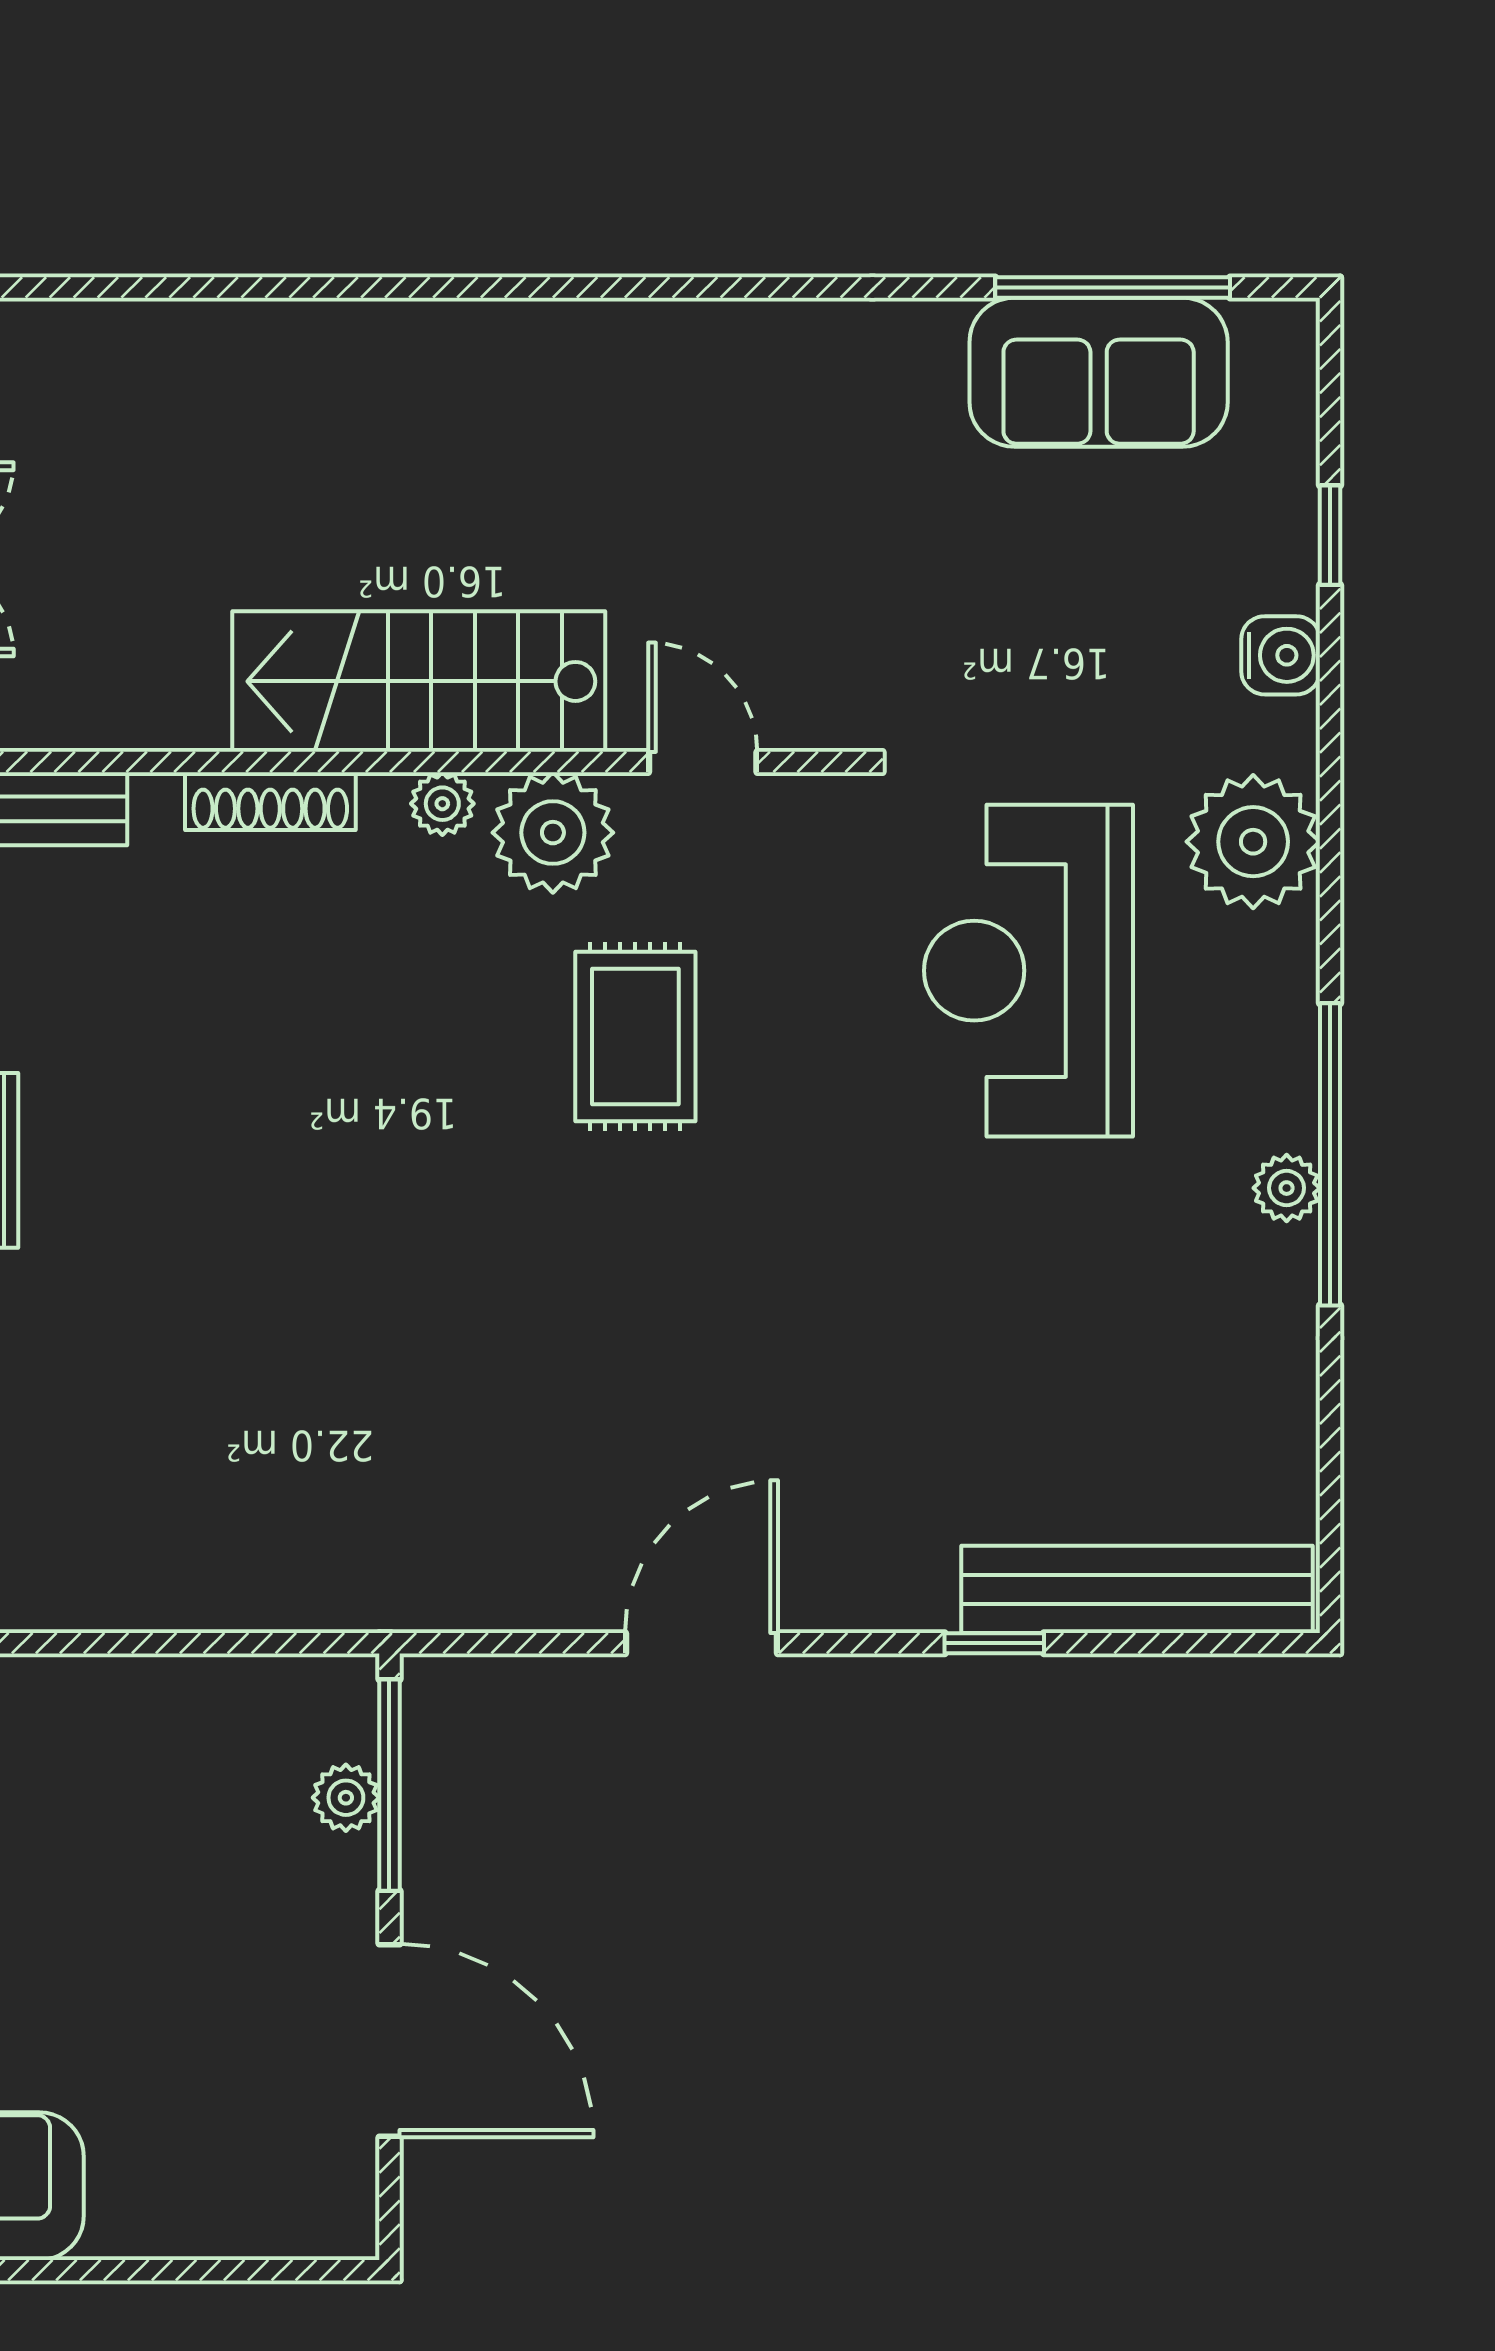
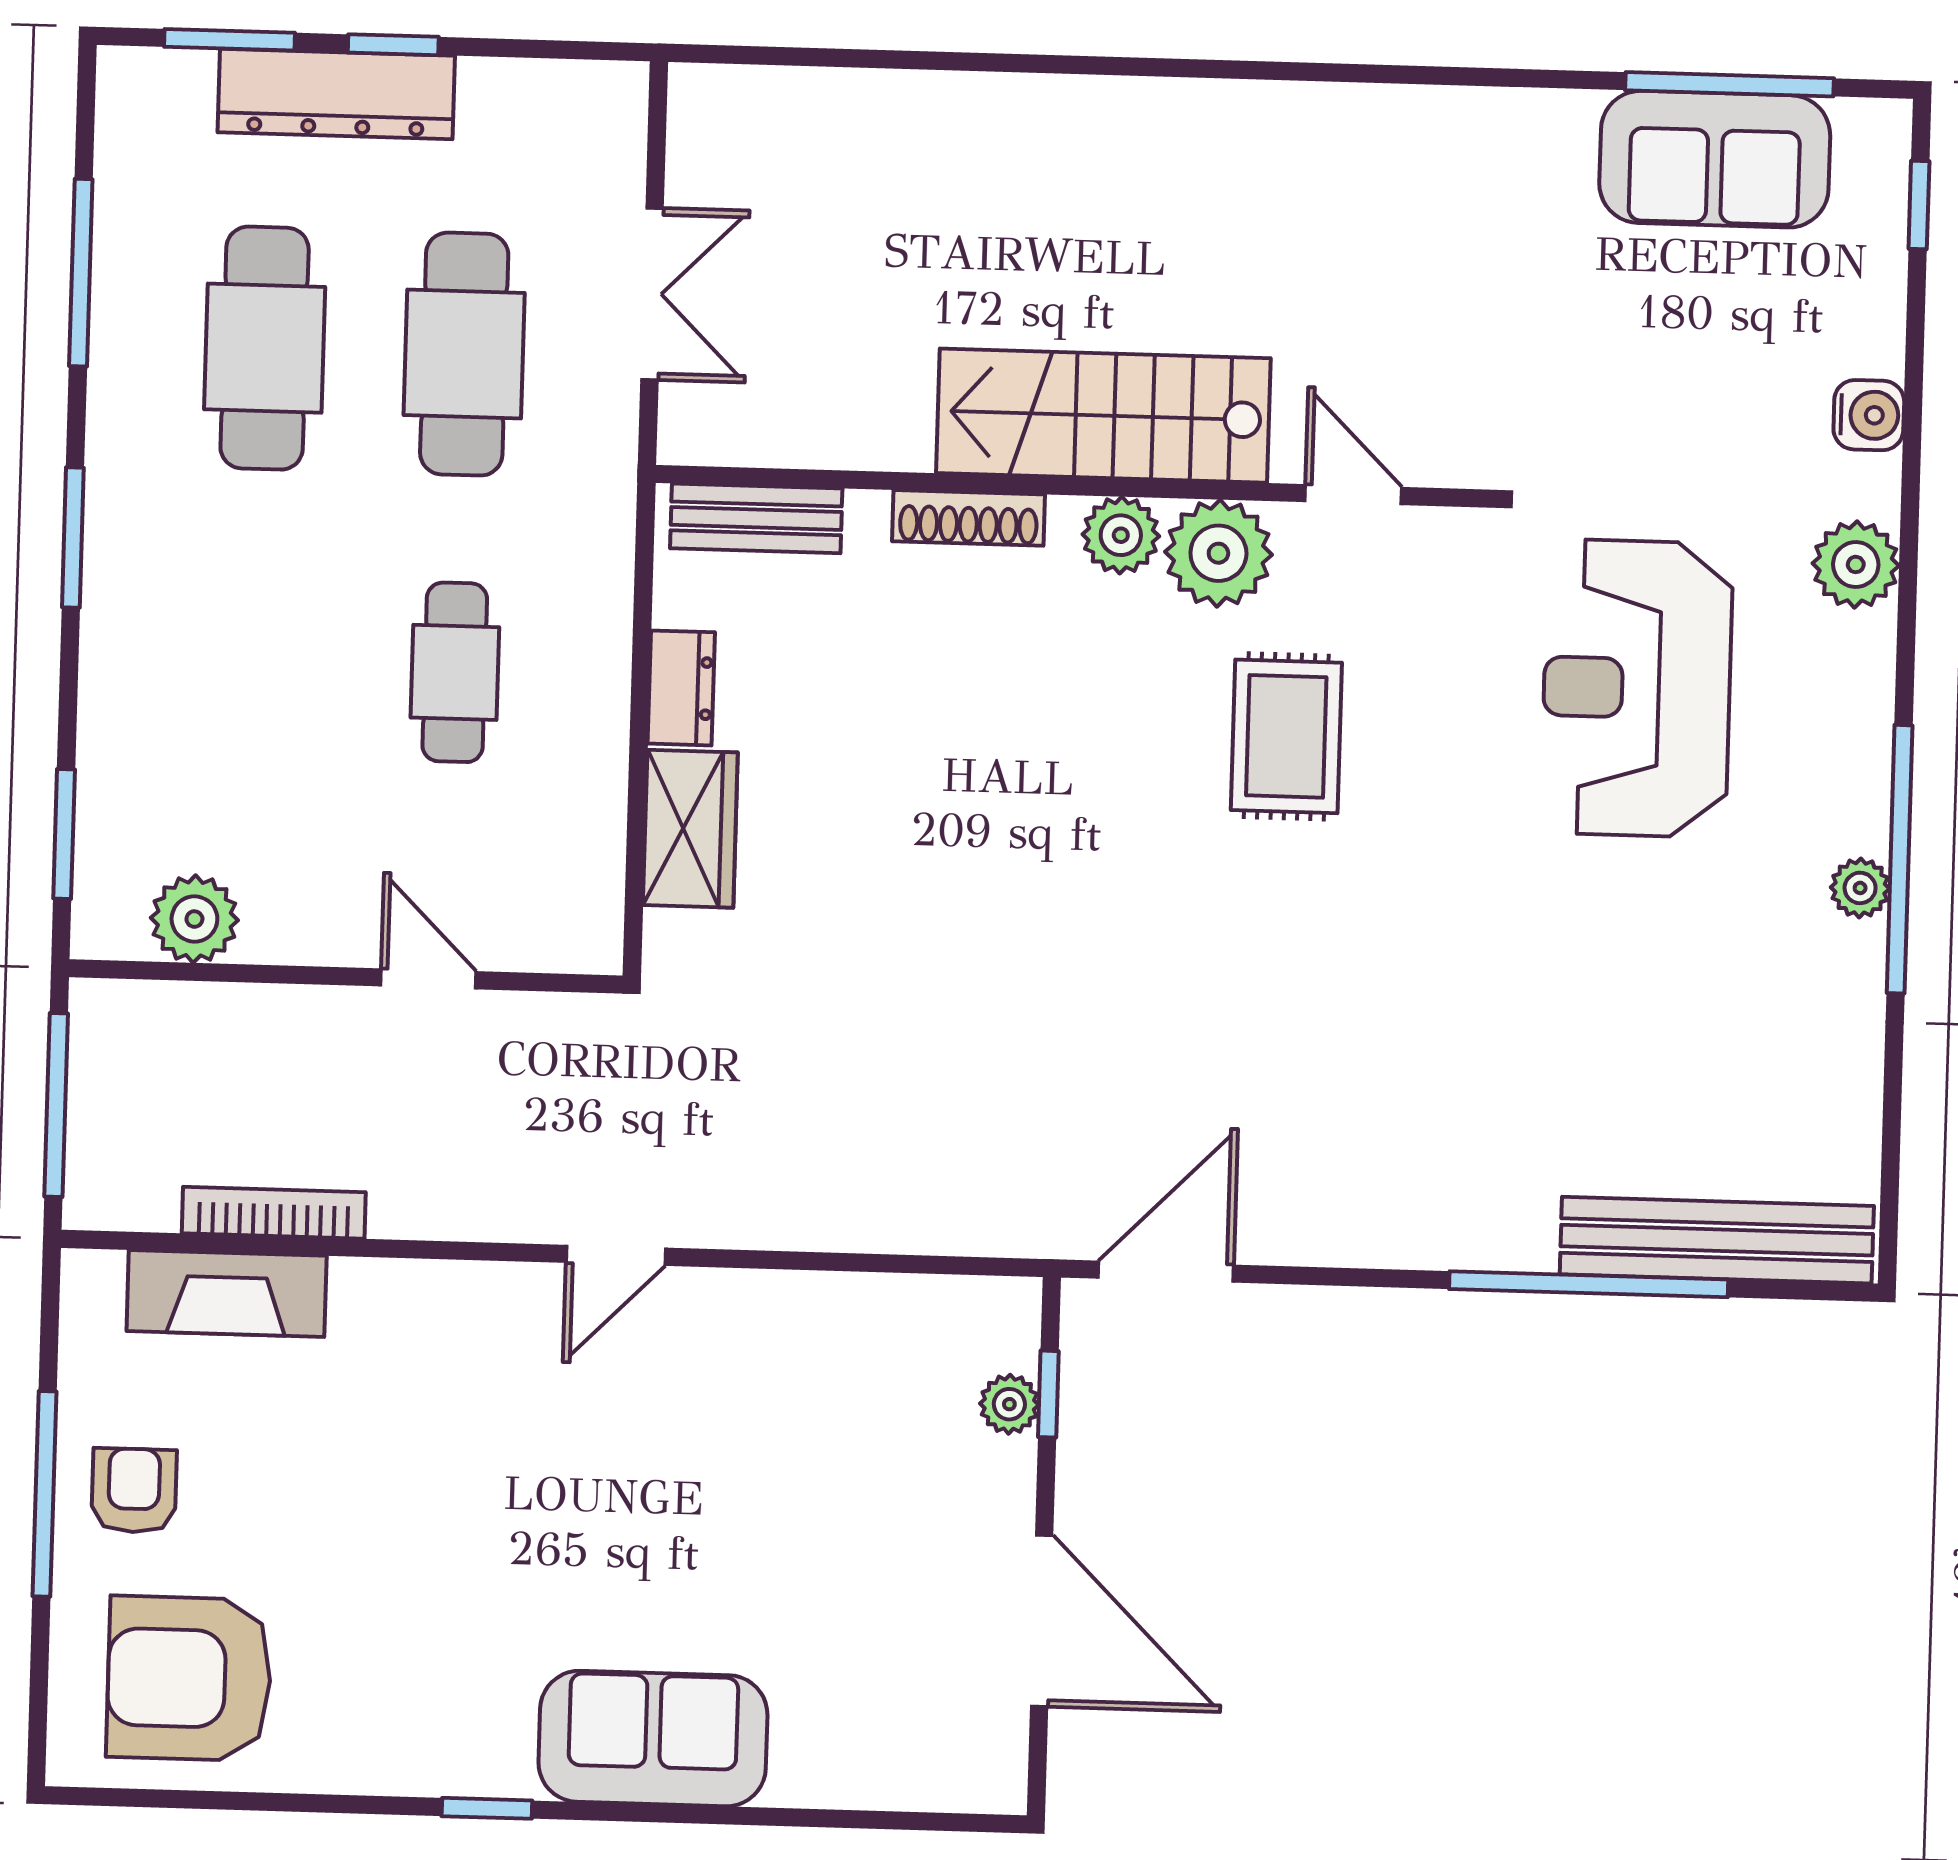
window: (1330, 535) -> (1919, 205), moved
plant: (442, 804) -> (1121, 535), width x1.38, depth x1.38
plant: (1253, 842) -> (1856, 564), width x0.73, depth x0.73
door: (702, 1643) -> (1166, 1272), moved
window: (994, 1643) -> (1589, 1284), width x3.17
window: (389, 1785) -> (1048, 1394), width x0.46

